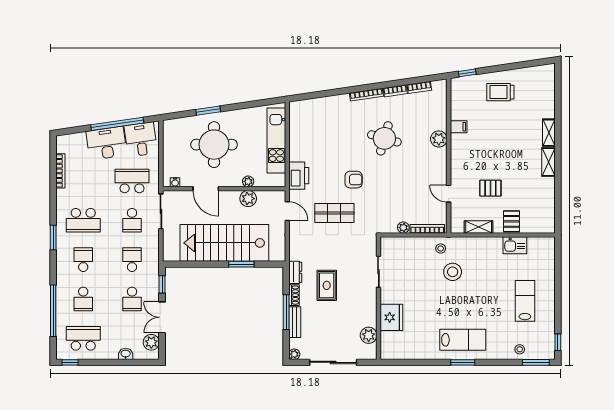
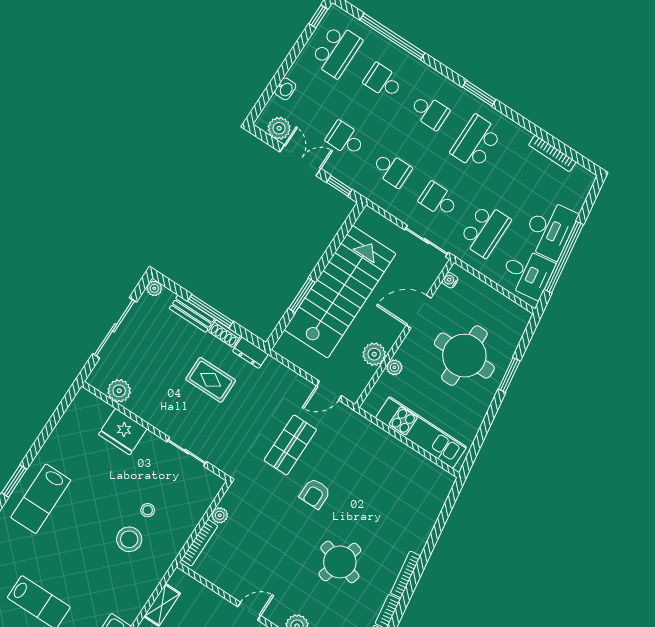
printer: (299, 176) -> (362, 432), removed
door: (449, 194) -> (249, 611), moved
stool: (441, 248) -> (148, 510), moved

